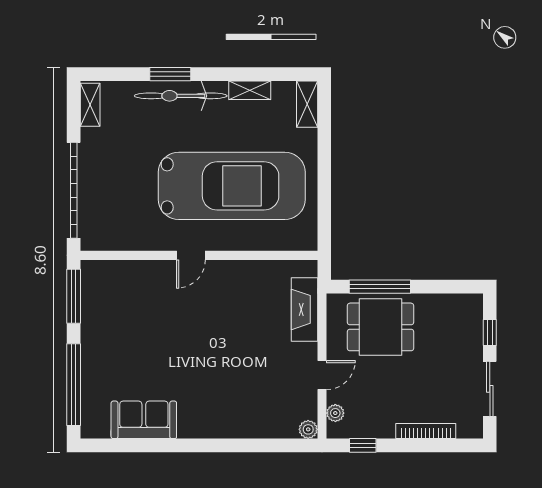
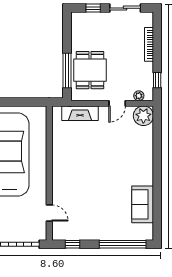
door: (191, 255) -> (49, 213), moved
window: (74, 296) -> (72, 244), width x0.46
door: (322, 375) -> (117, 103), swing flipped
plant: (308, 429) -> (143, 116), width x1.88, depth x1.88

